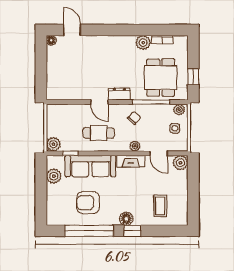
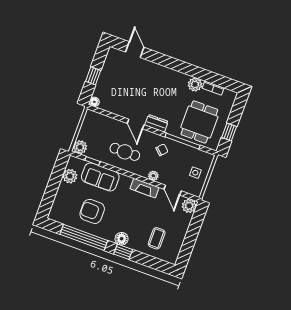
floor lamp: (51, 40) -> (94, 102), moved
window: (41, 70) -> (93, 76), added
plant: (179, 110) -> (206, 157), removed
sofa: (90, 166) -> (100, 177), width x0.73

